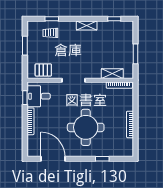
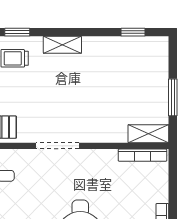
shelving: (87, 26) -> (62, 45), moved
shelving: (112, 74) -> (148, 134), moved

